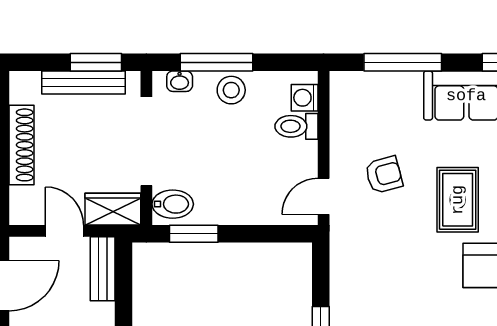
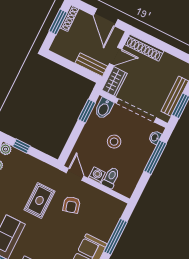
stool: (231, 90) -> (114, 142), moved
washing machine: (305, 98) -> (97, 175), moved
shoe rack: (21, 145) -> (144, 48), moved
rug: (458, 200) -> (40, 200), moved, turned 90

